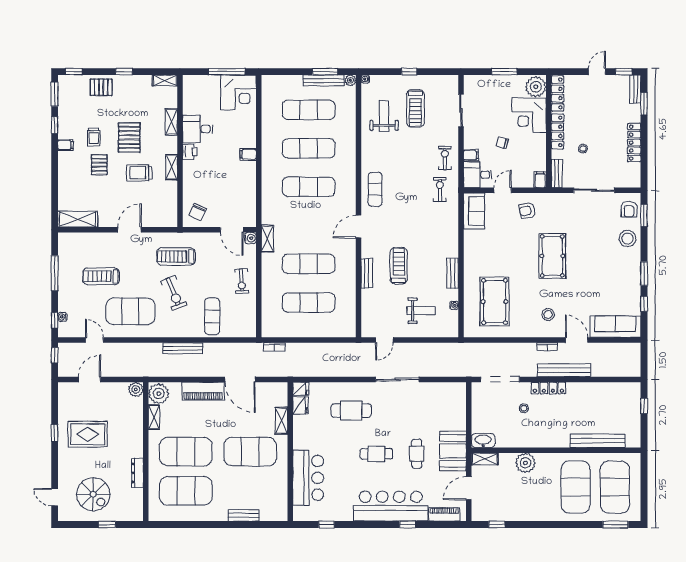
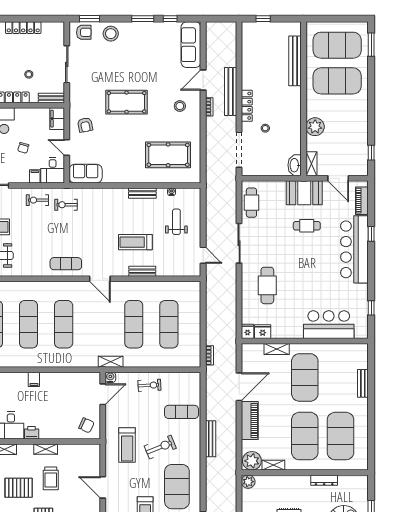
filing cabinet: (540, 180) -> (57, 119), width x2.00
cafe table: (376, 454) -> (251, 203), moved

